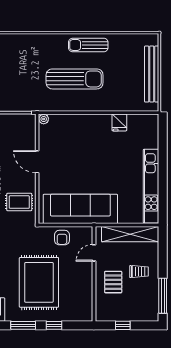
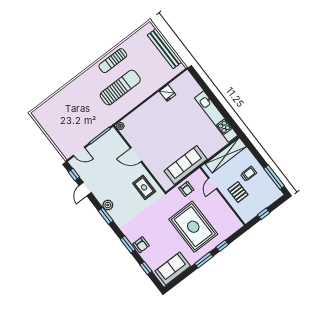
rug: (19, 202) -> (144, 187), turned 90
sofa: (80, 209) -> (186, 165), width x0.74, depth x0.79

